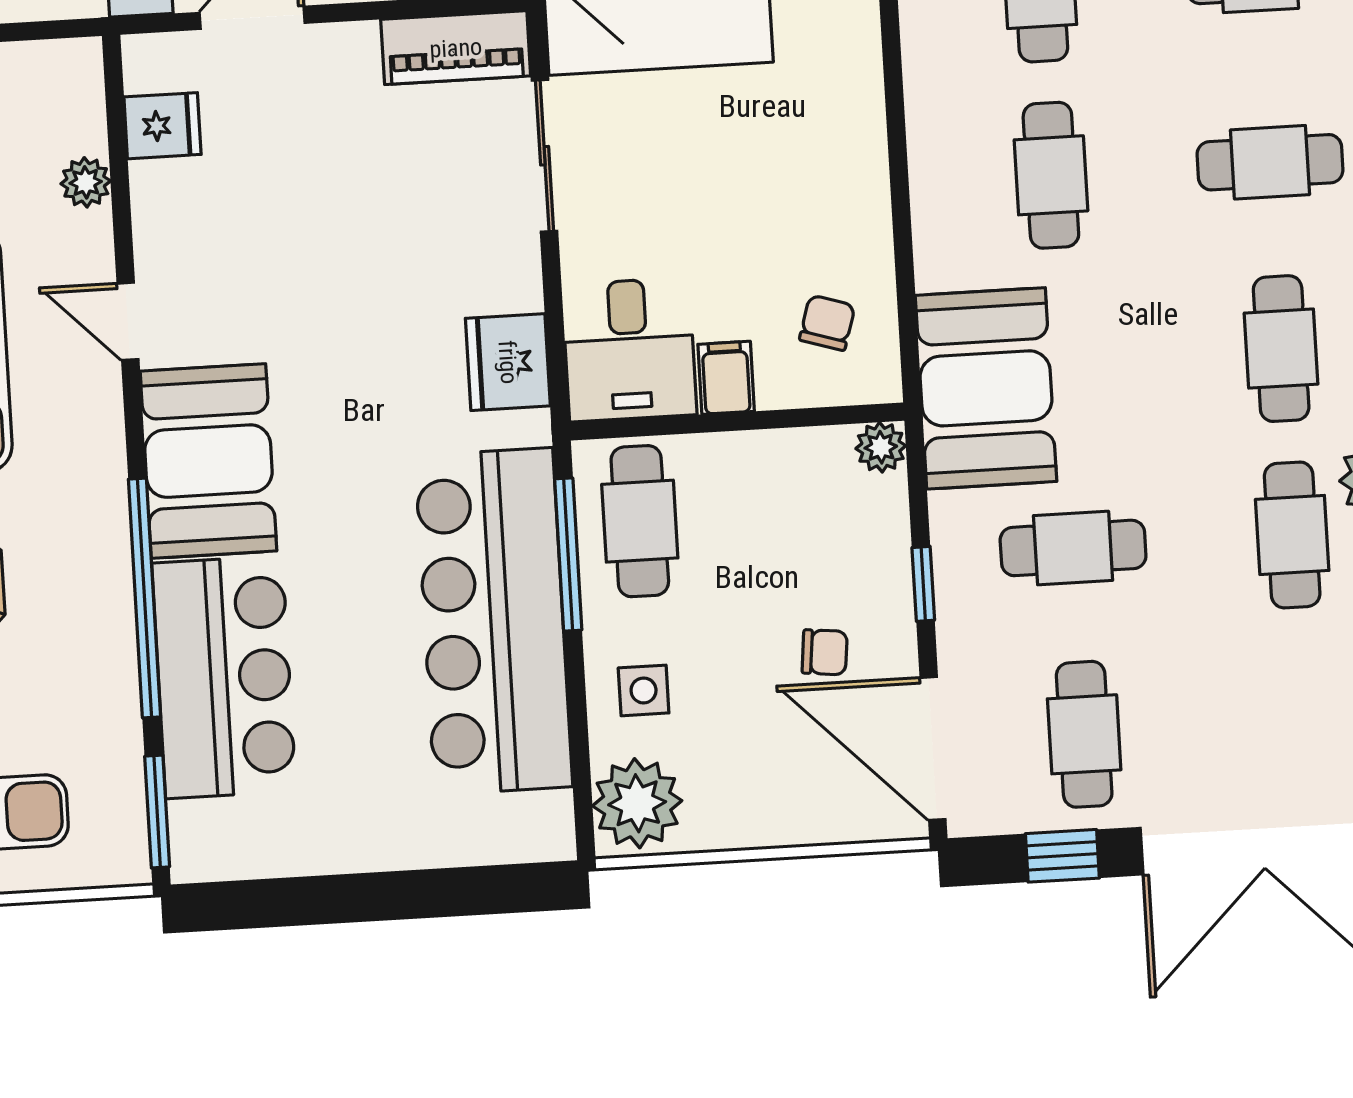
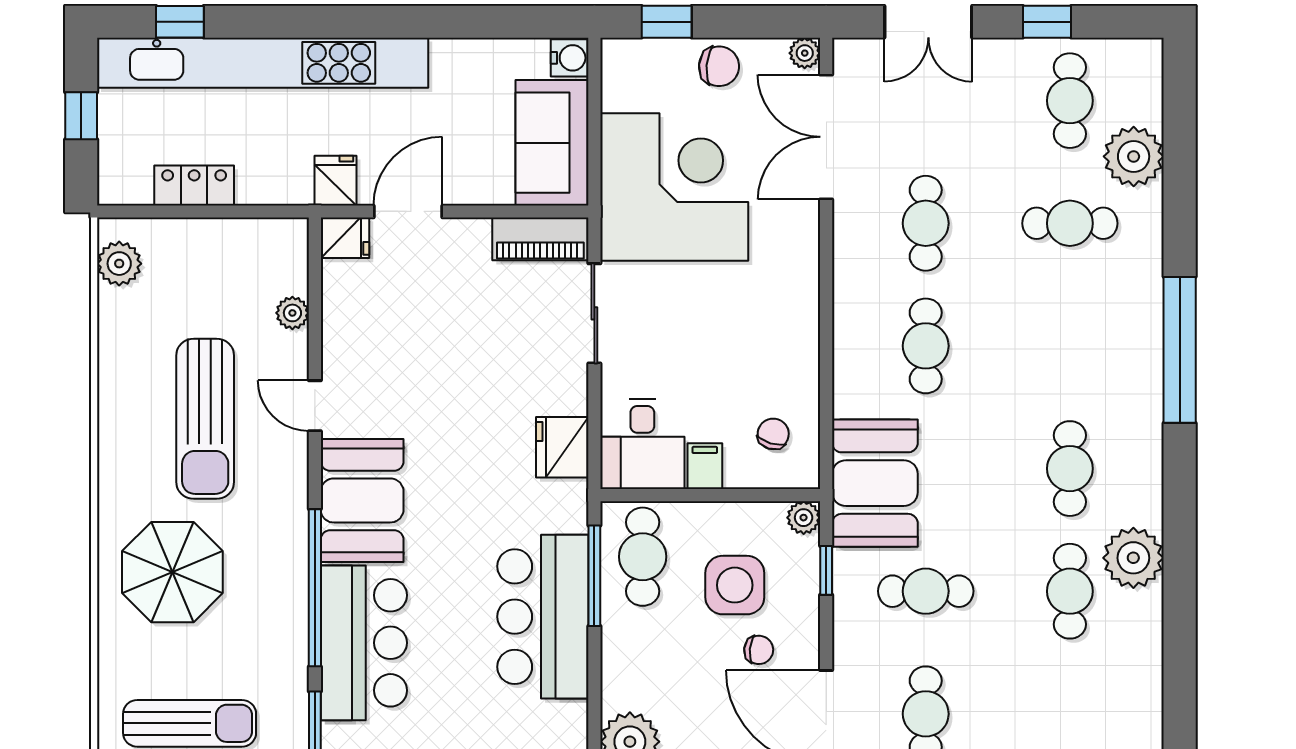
fridge: (162, 126) -> (345, 238), moved
cafe table: (1270, 162) -> (1070, 346), removed
window: (923, 584) -> (826, 570), moved
bar counter: (494, 621) -> (543, 617), width x0.73
side table: (644, 690) -> (735, 585), moved, width x1.87, depth x1.87

